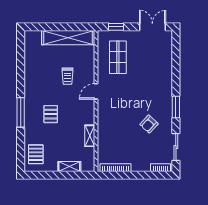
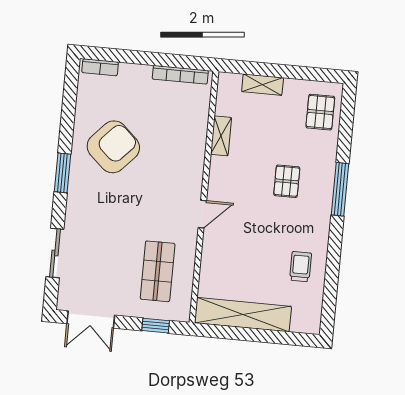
trolley: (67, 76) -> (301, 267), moved
armchair: (149, 124) -> (113, 147), width x1.88, depth x1.88
sliding door: (176, 147) -> (55, 253), moved

